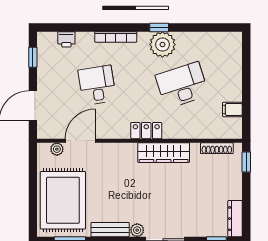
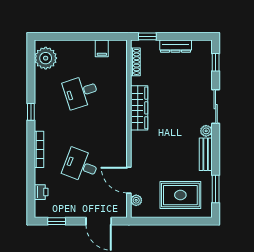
plant: (162, 45) -> (46, 58), moved
desk: (97, 85) -> (81, 165), turned 30
desk: (182, 85) -> (81, 92), width x0.73
locker: (146, 131) -> (120, 123), removed
rug: (63, 200) -> (180, 195), width x0.73, depth x0.69
dresser: (235, 219) -> (176, 46), moved

